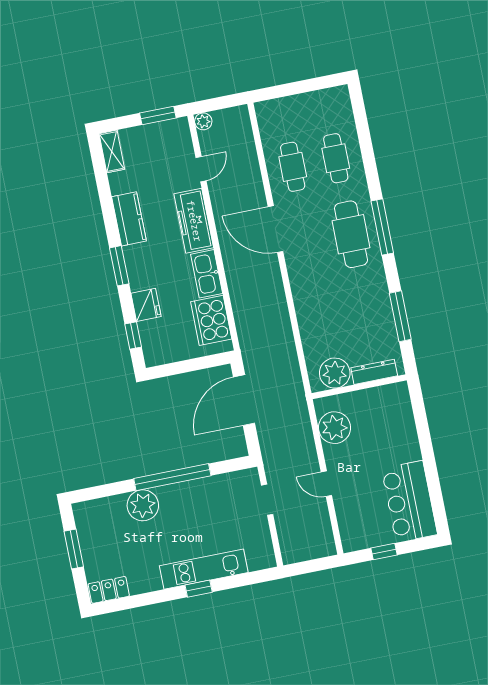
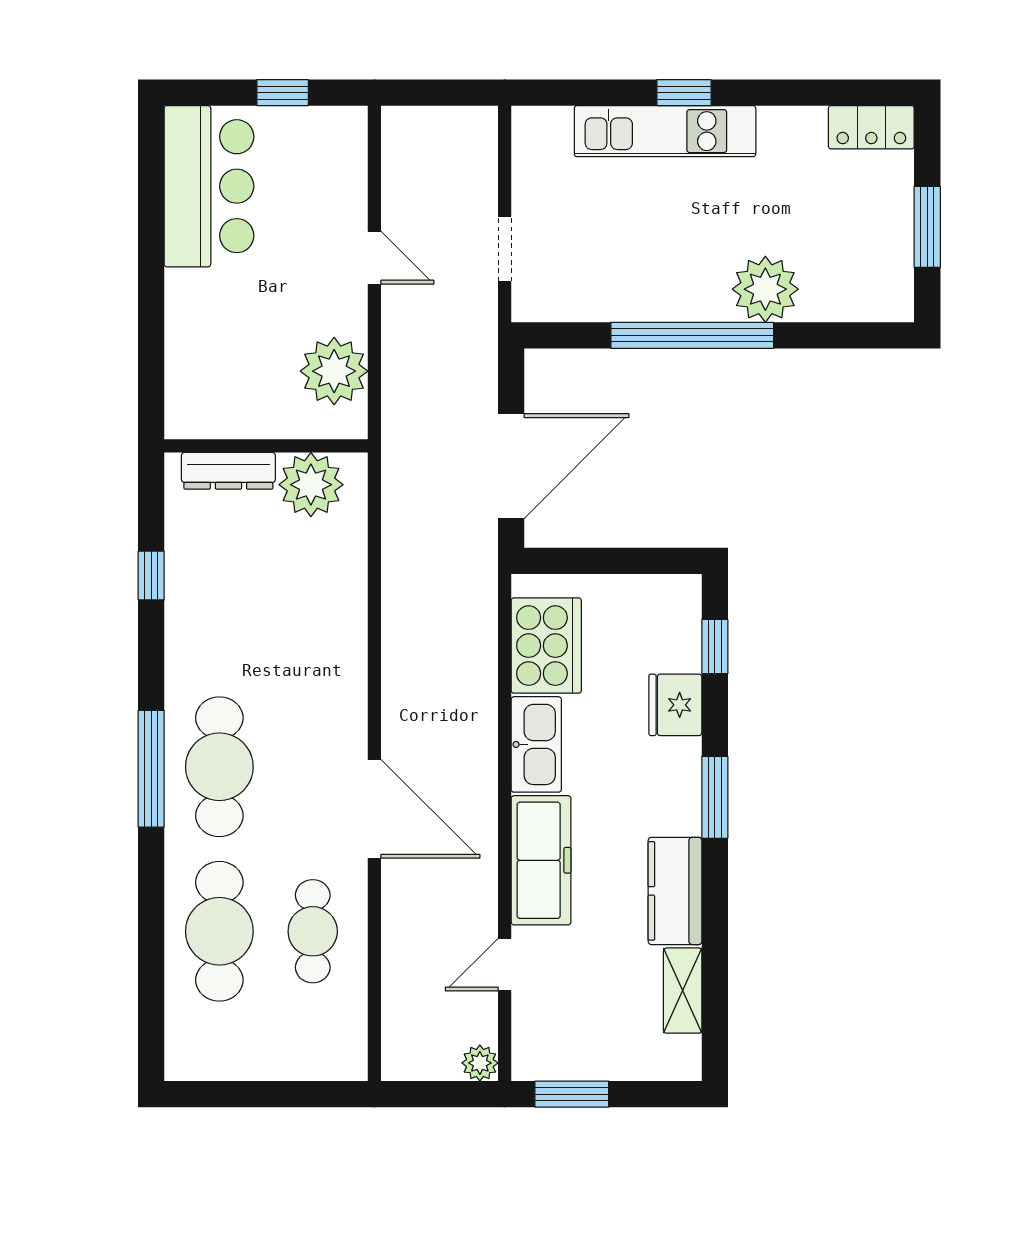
shelving: (112, 151) -> (683, 991), moved
cafe table: (336, 158) -> (219, 931), width x1.37, depth x1.35
window: (400, 316) -> (151, 576), width x0.46

